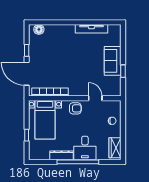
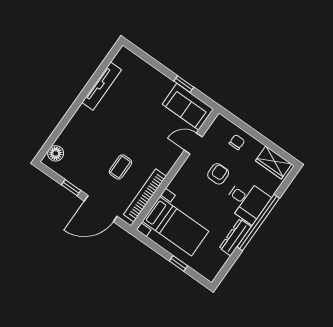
sofa: (113, 61) -> (188, 107), moved
coffee table: (56, 69) -> (120, 167), added
armchair: (75, 108) -> (218, 174), moved

